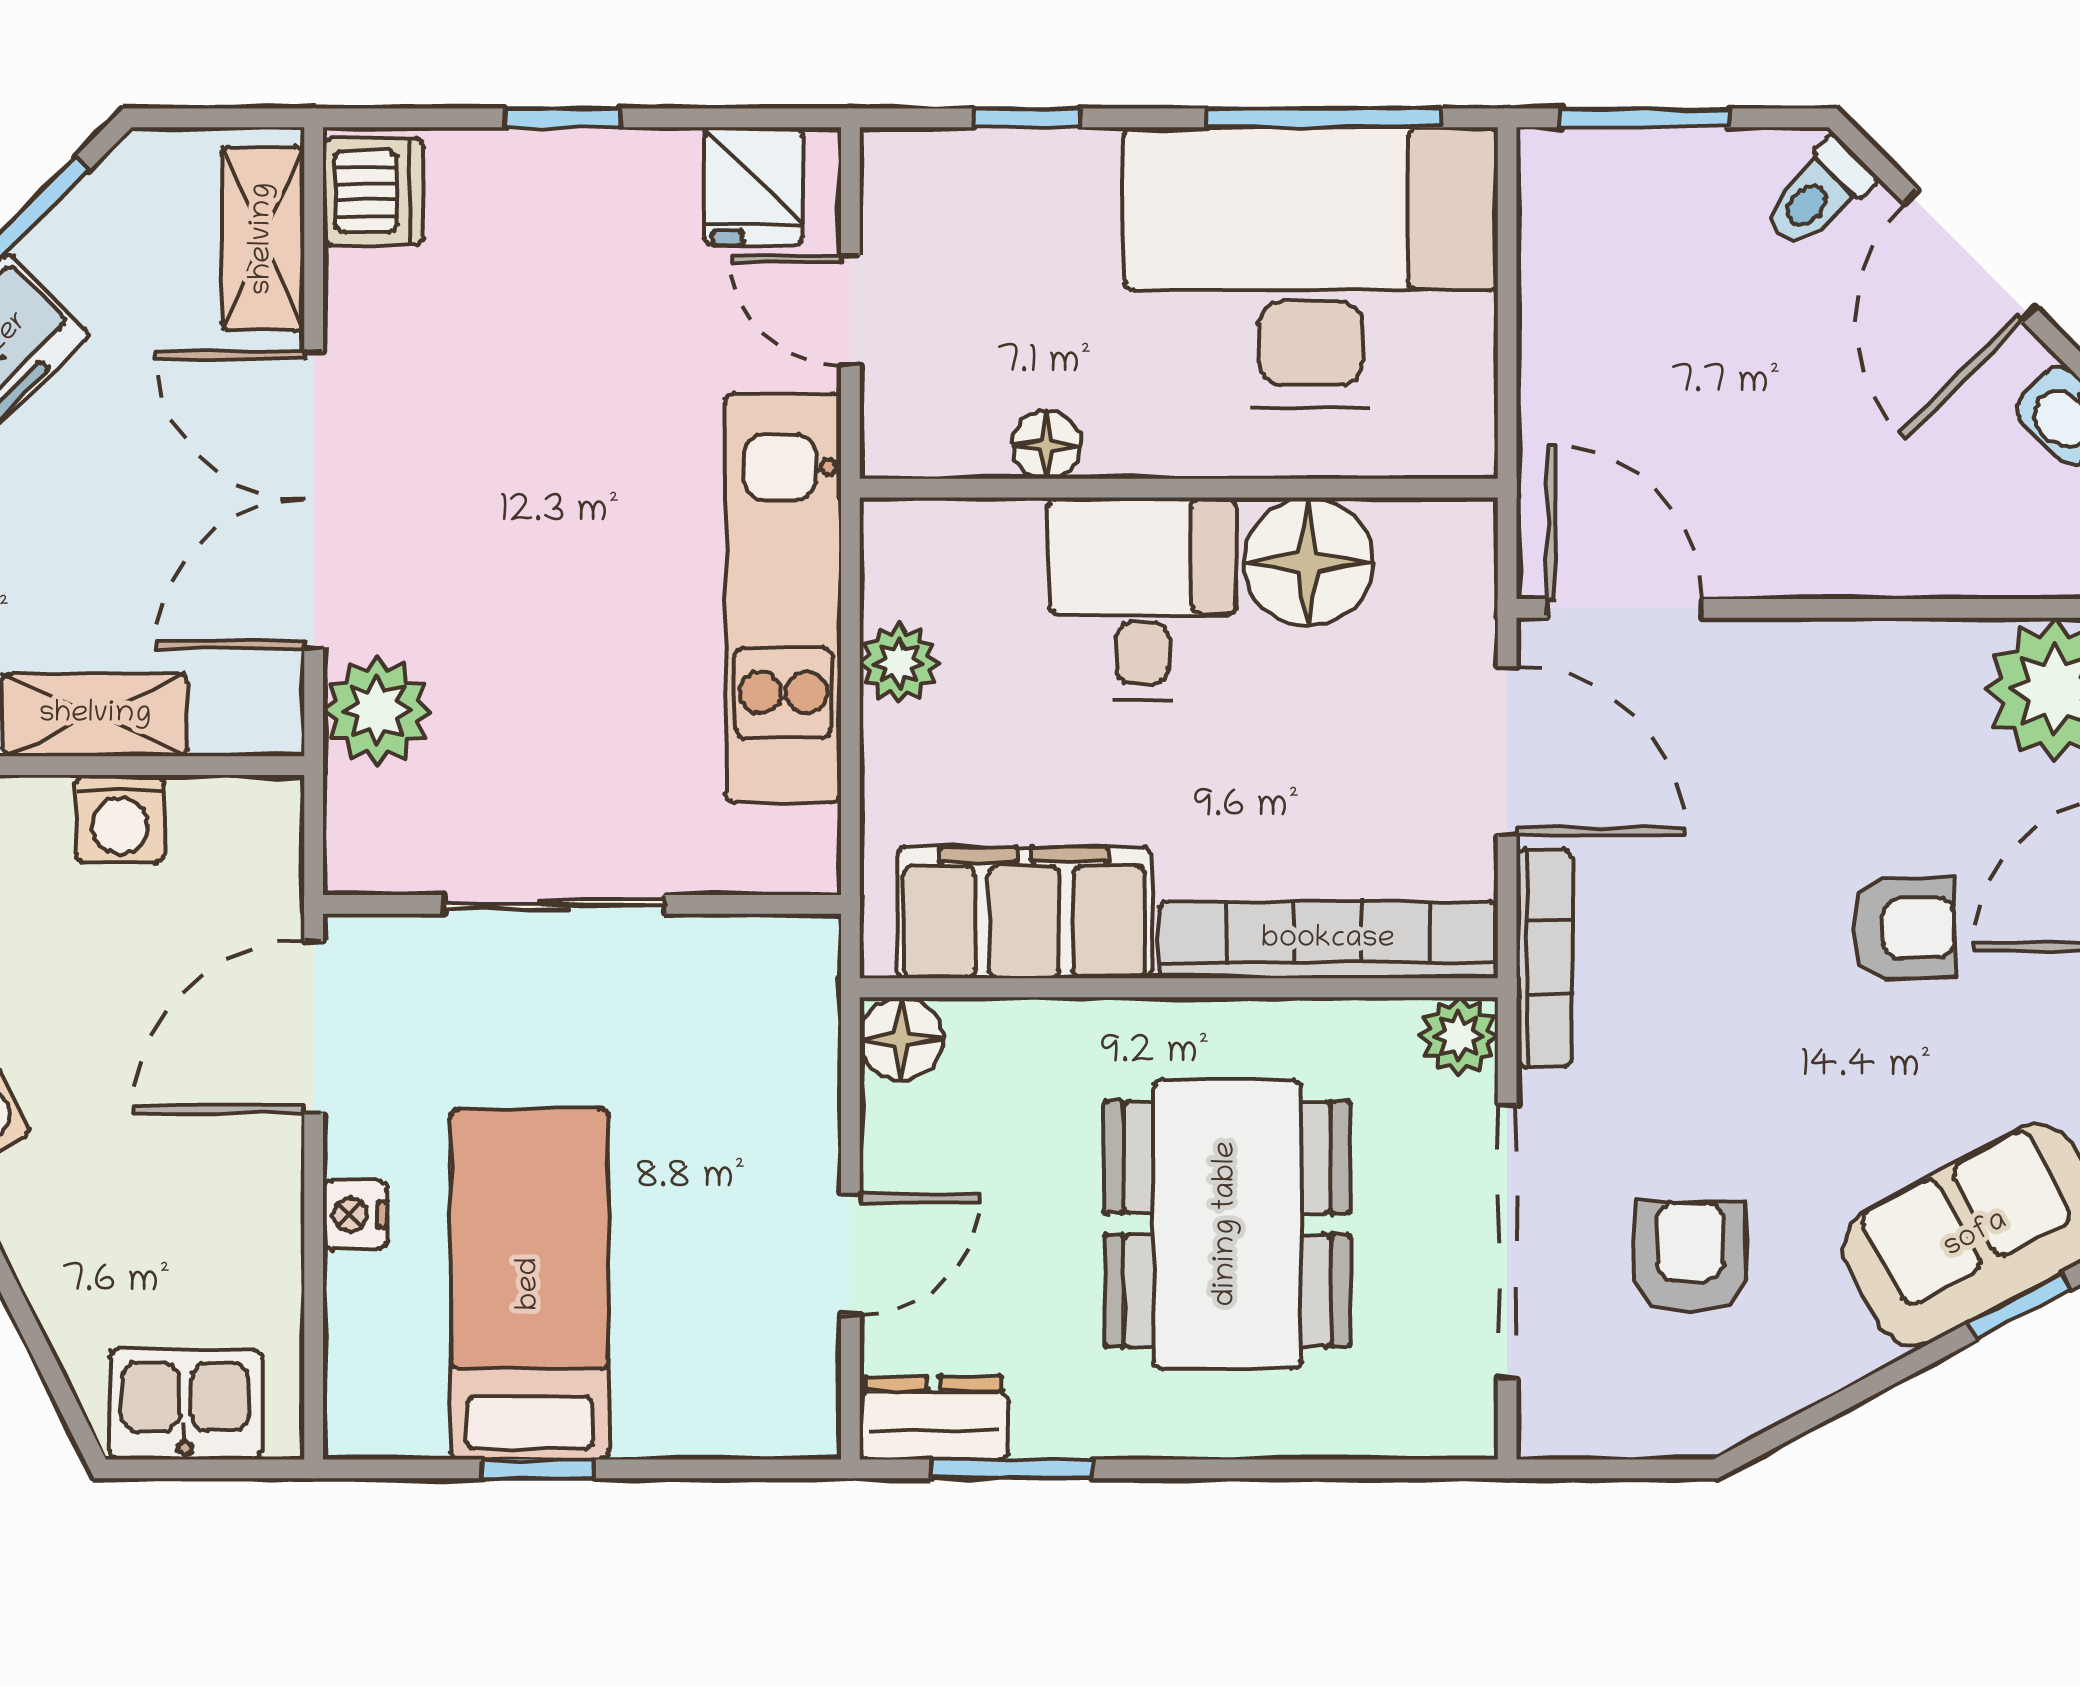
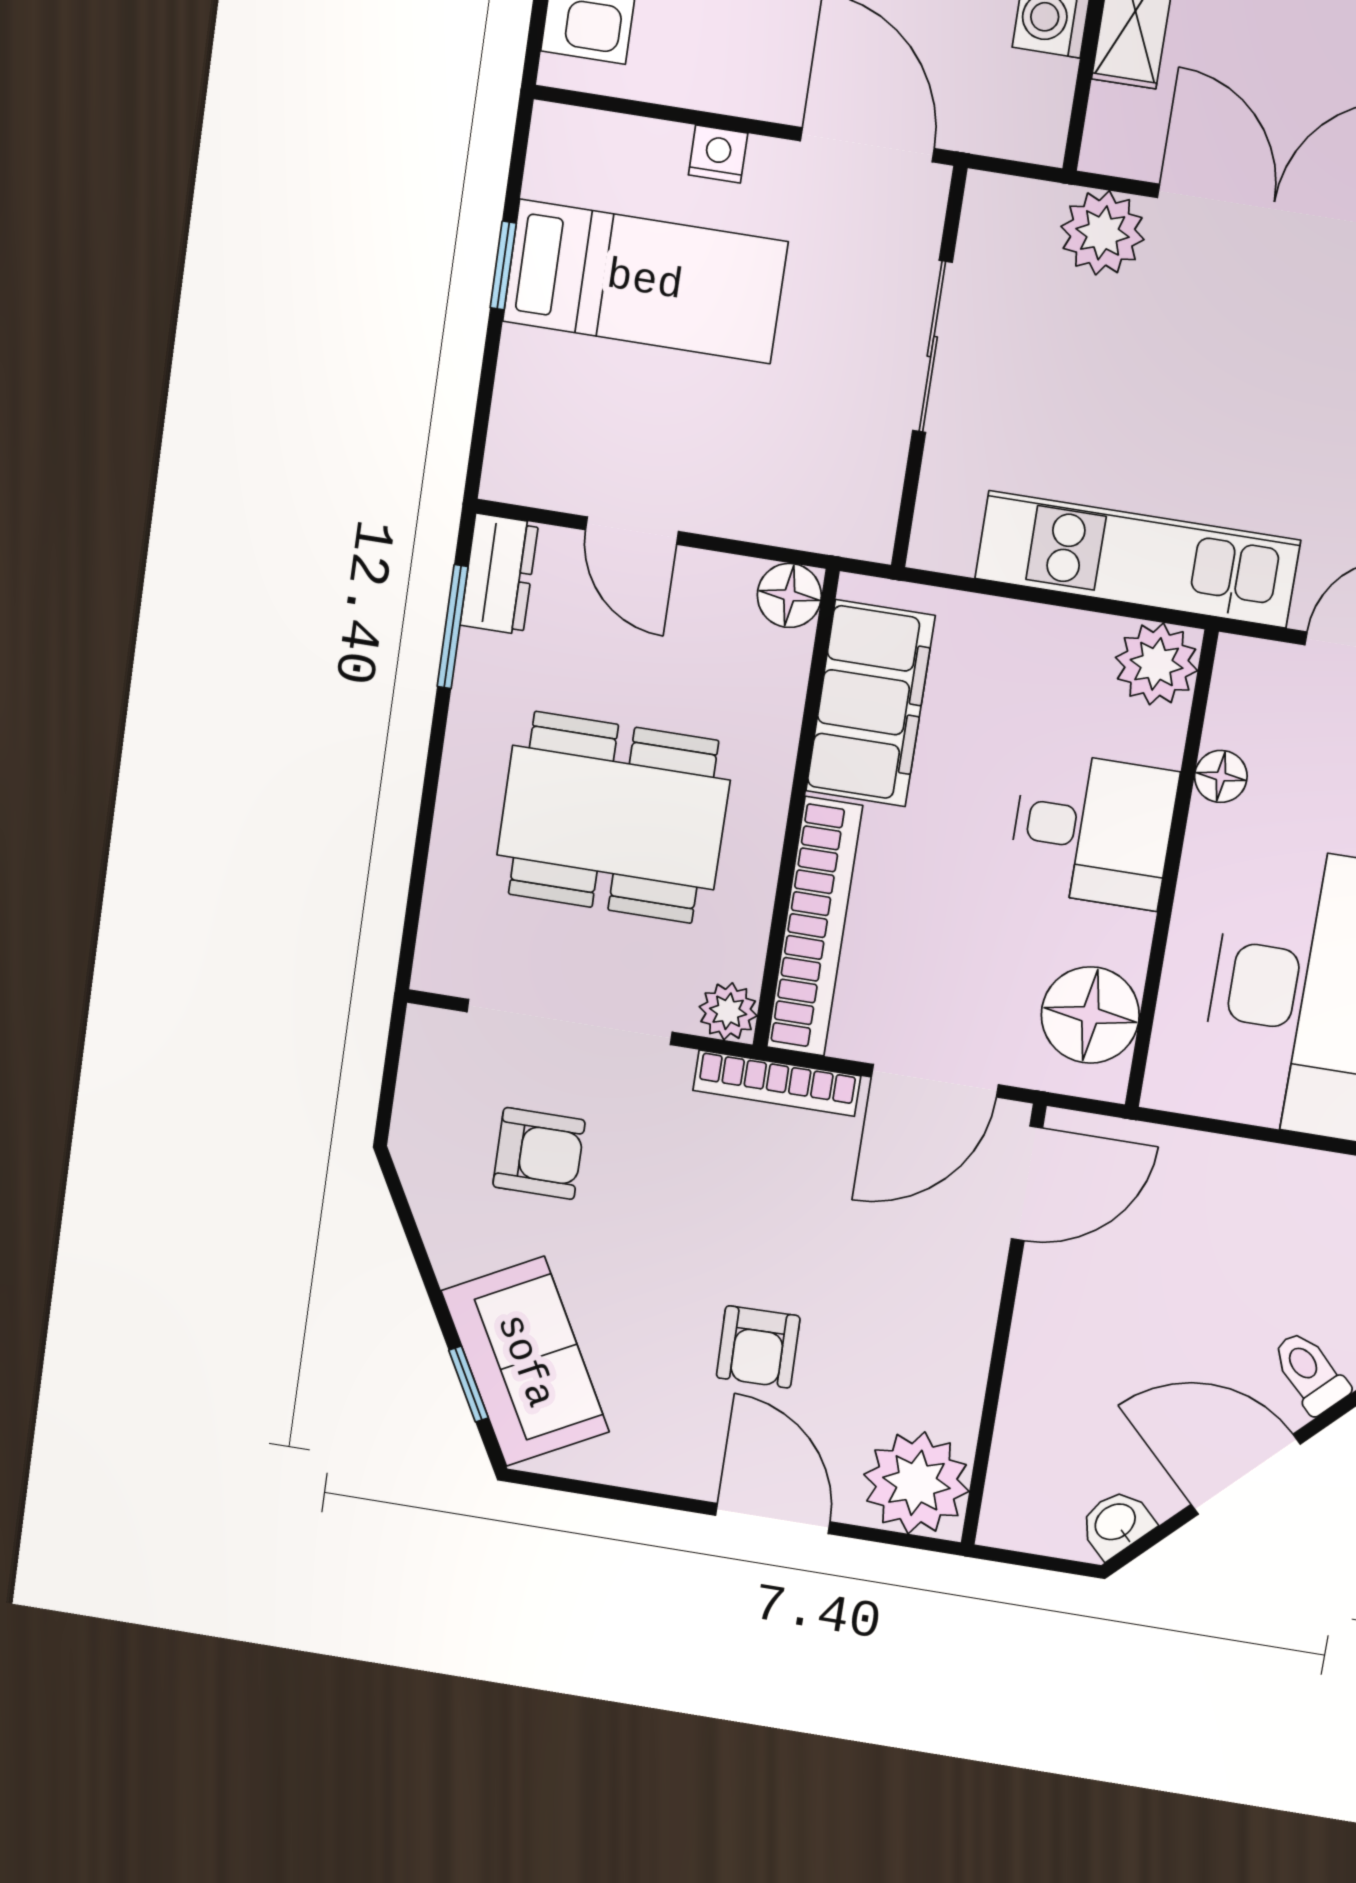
floor lamp: (1308, 562) -> (1090, 1015), moved
plant: (899, 663) -> (1157, 664), moved, width x1.38, depth x1.38

